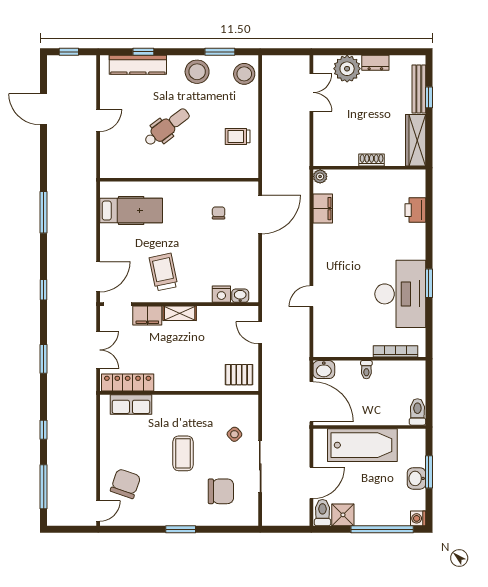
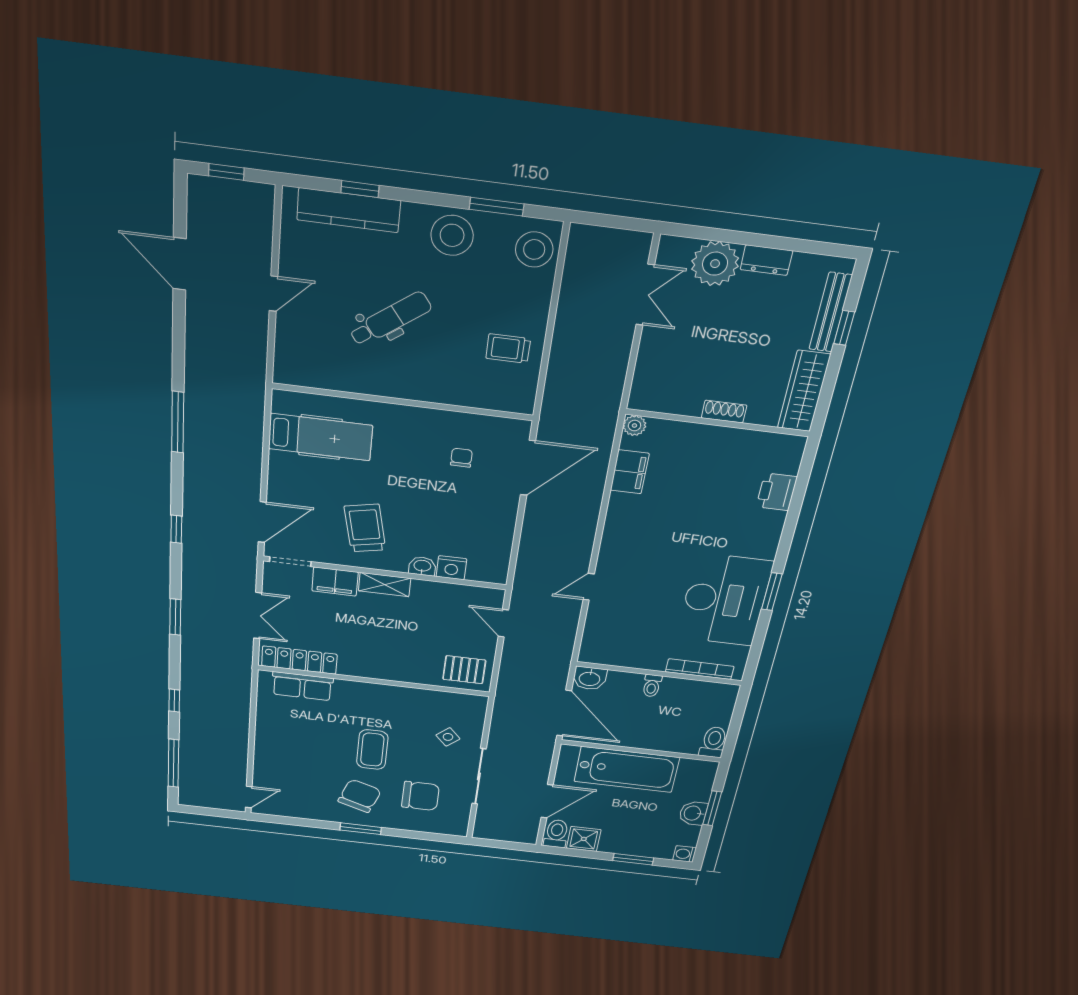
washbasin: (240, 296) -> (422, 566), moved
chair: (125, 484) -> (360, 796), moved
window: (382, 529) -> (633, 859), width x0.47

